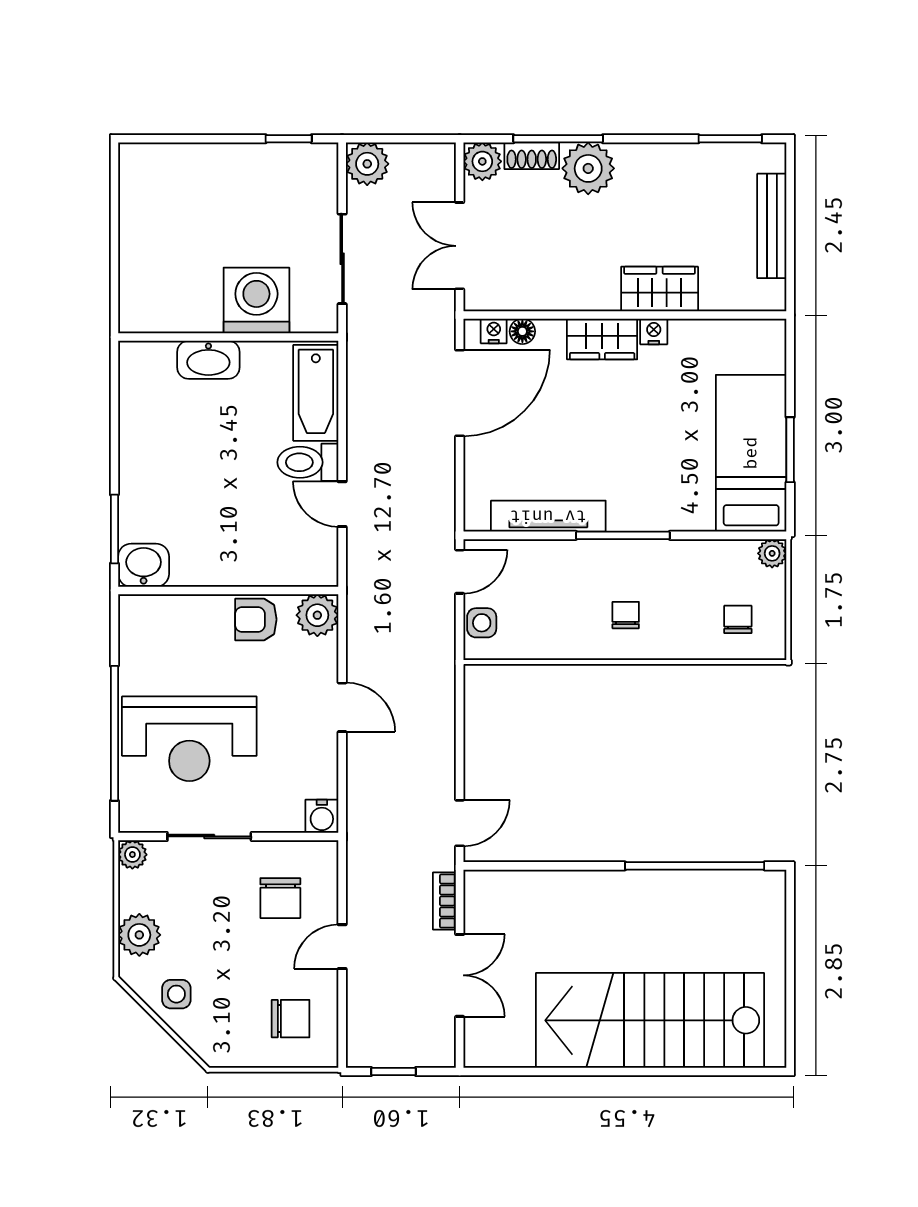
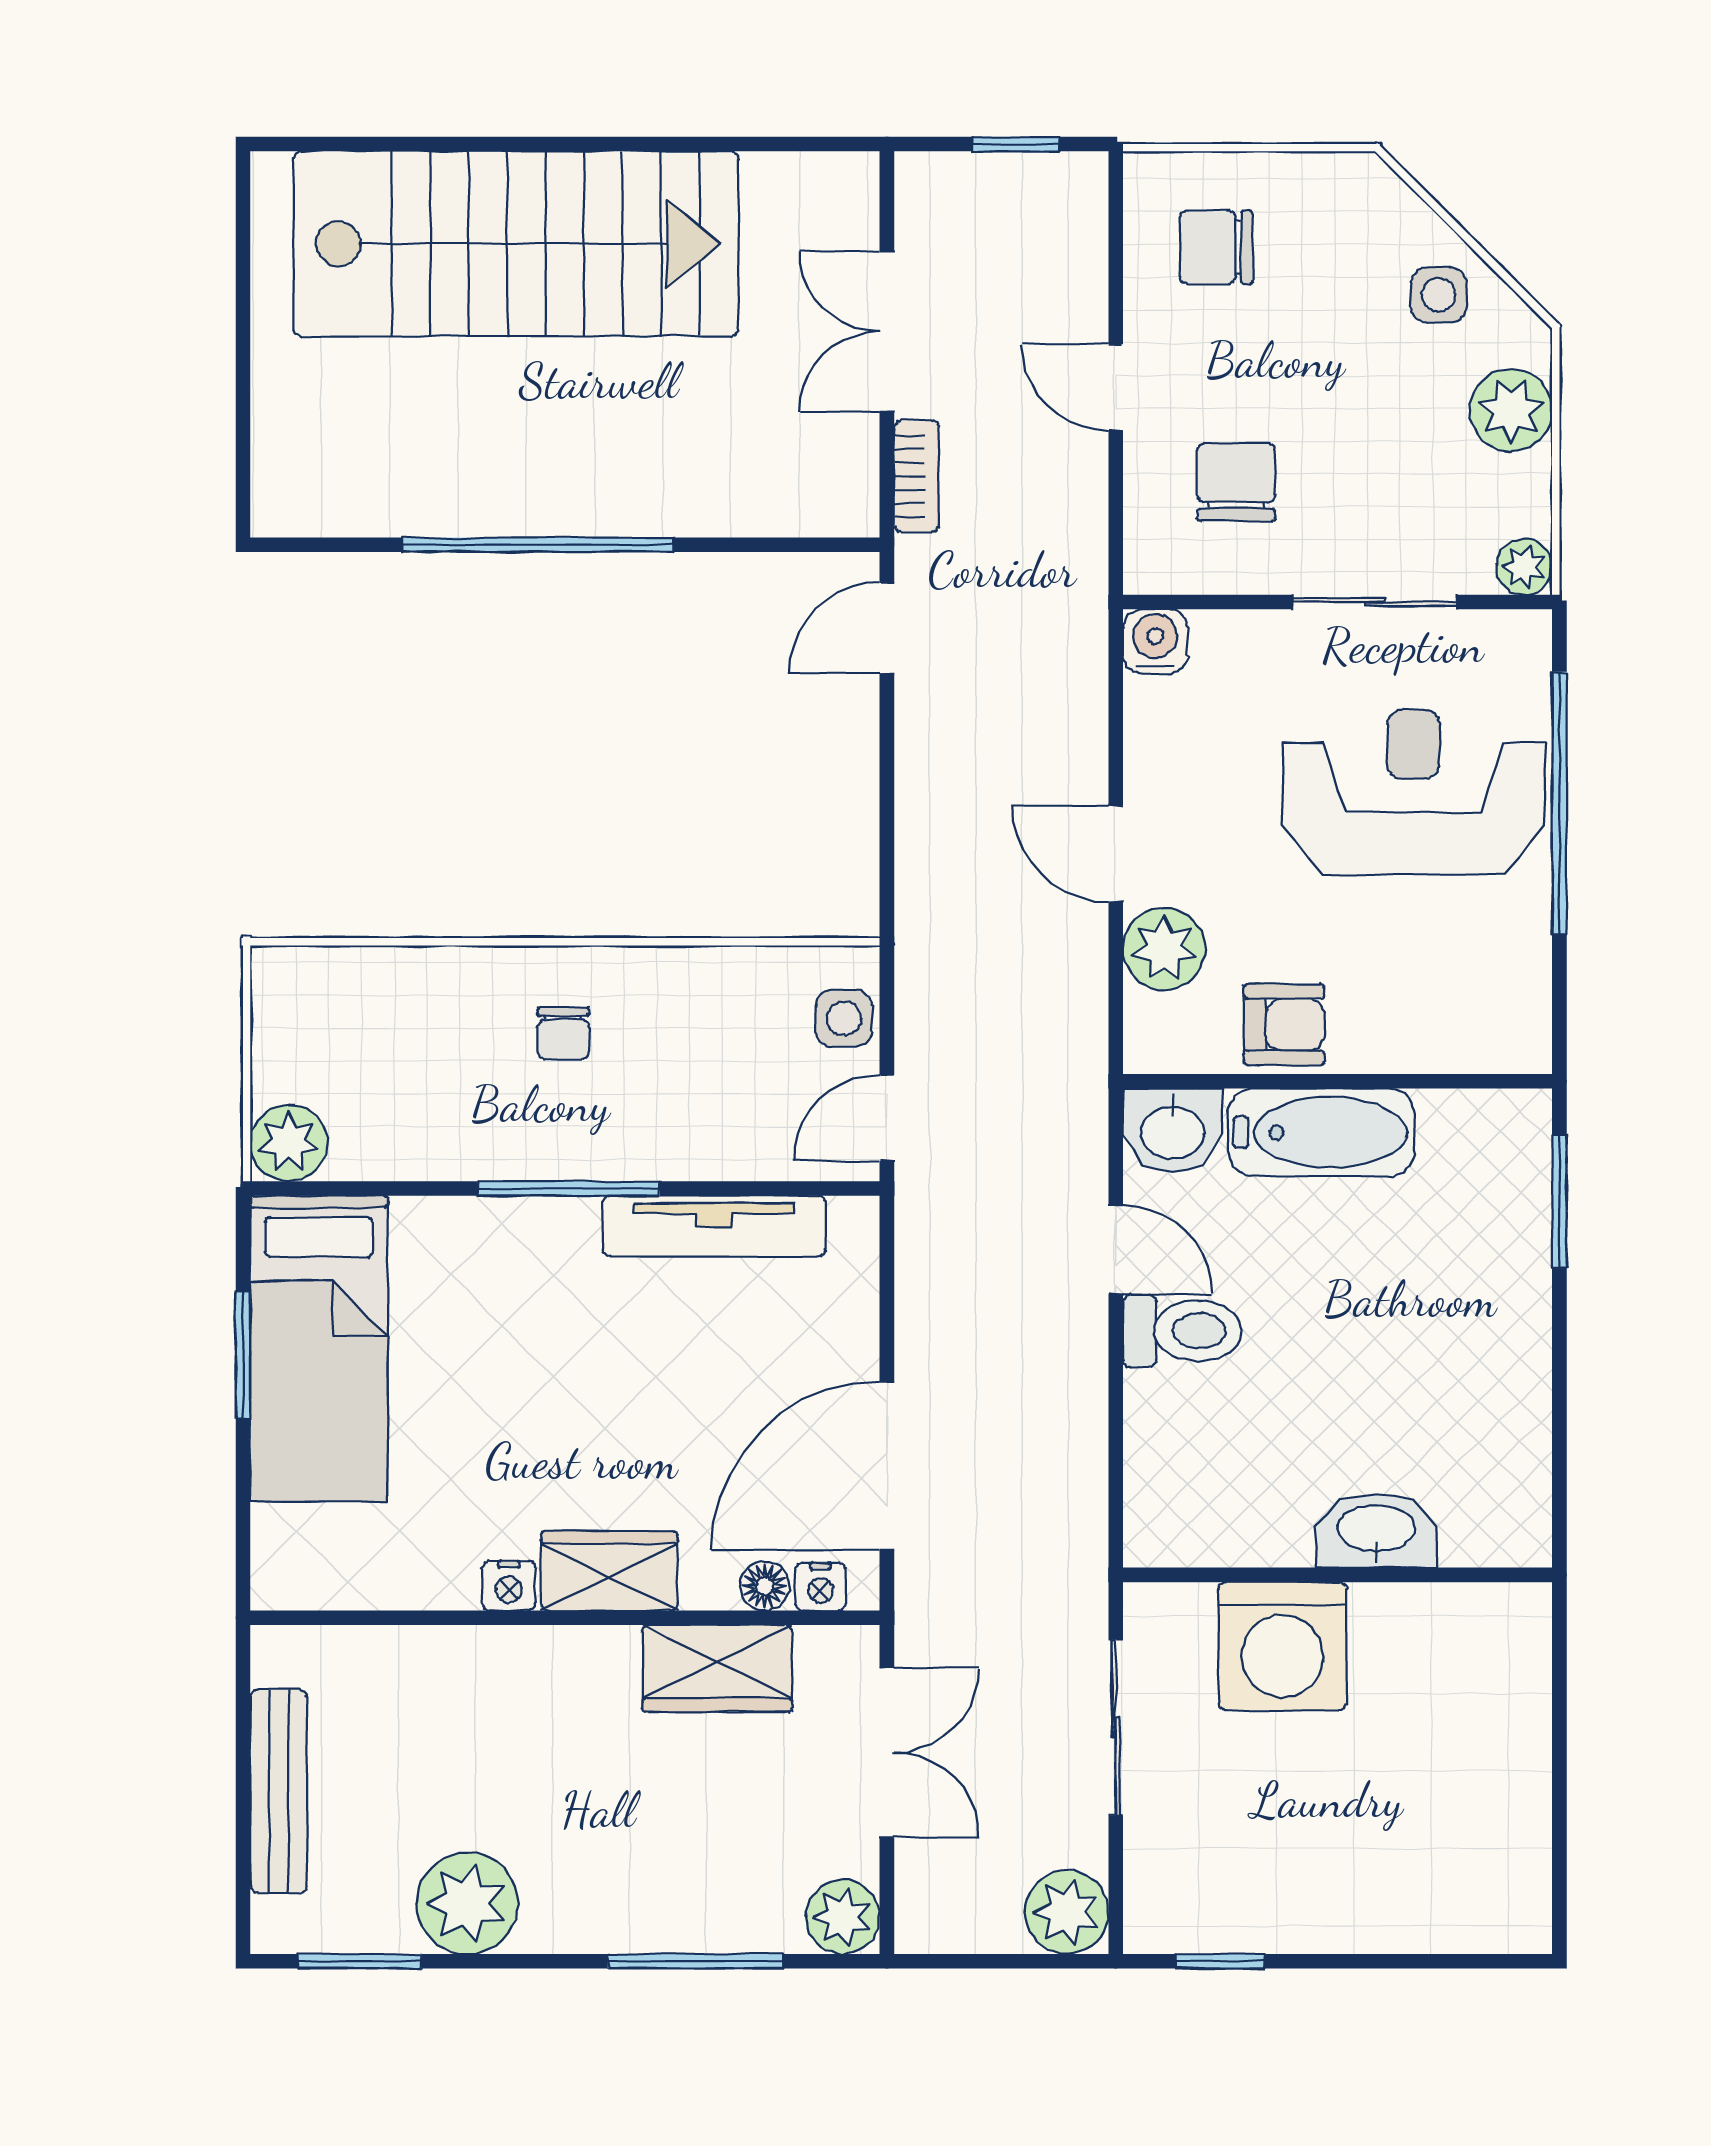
shoe rack: (532, 156) -> (746, 1928), removed
plant: (588, 168) -> (467, 1903), moved
wardrobe: (660, 289) -> (717, 1668), moved
bathtub: (316, 393) -> (1321, 1132), moved, turned 90
plant: (772, 553) -> (289, 1143), width x1.38, depth x1.38
washbasin: (144, 565) -> (1173, 1130), moved
plant: (317, 615) -> (1164, 949), moved
chair: (738, 619) -> (345, 1025), removed
window: (695, 866) -> (538, 545), moved
door: (342, 947) -> (1116, 387), swing flipped

